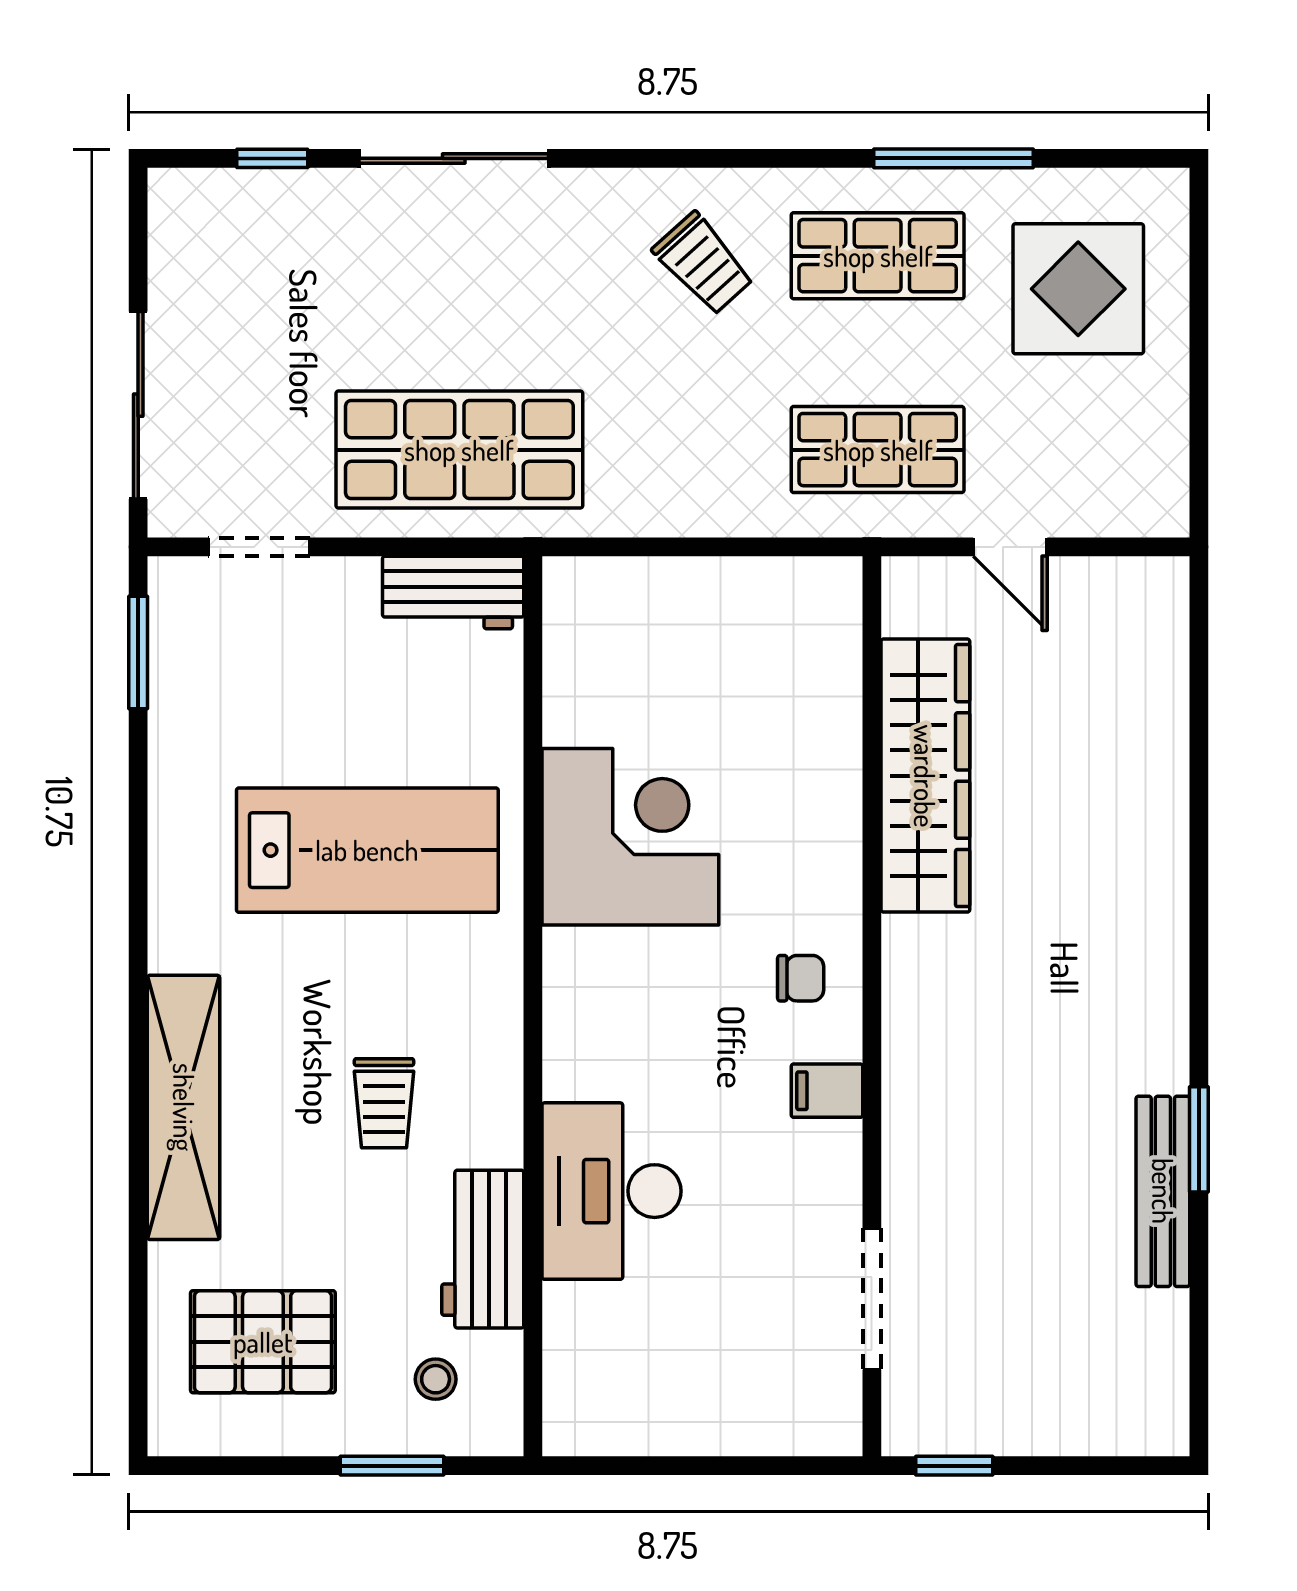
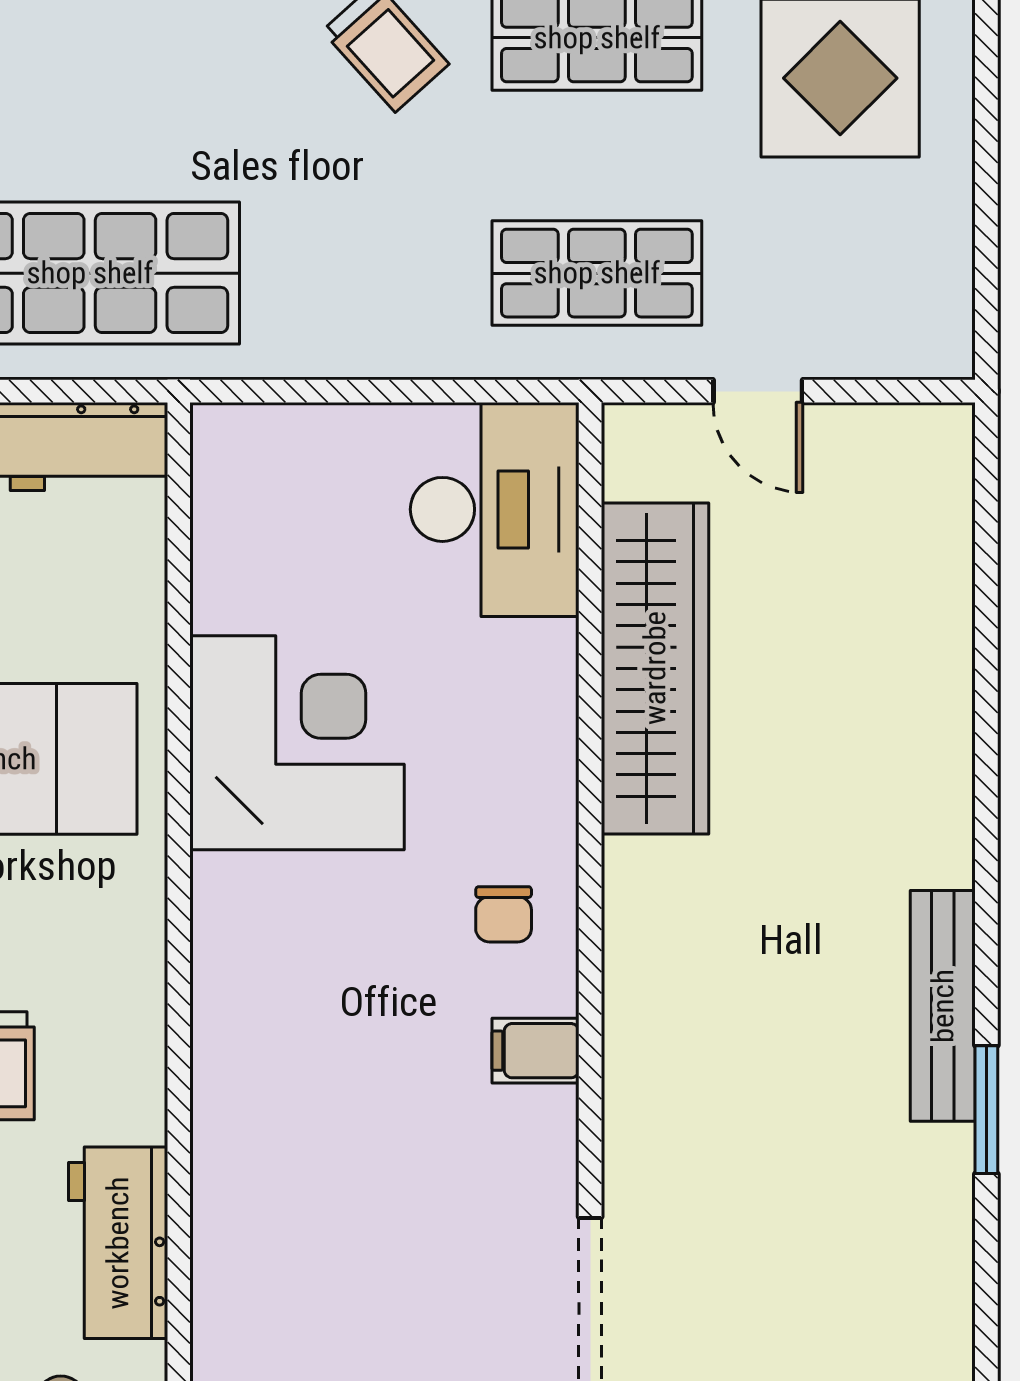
chair: (801, 978) -> (504, 914), turned 90
desk: (611, 1191) -> (495, 509), moved, turned 180
bench: (1163, 1191) -> (943, 1006), moved

